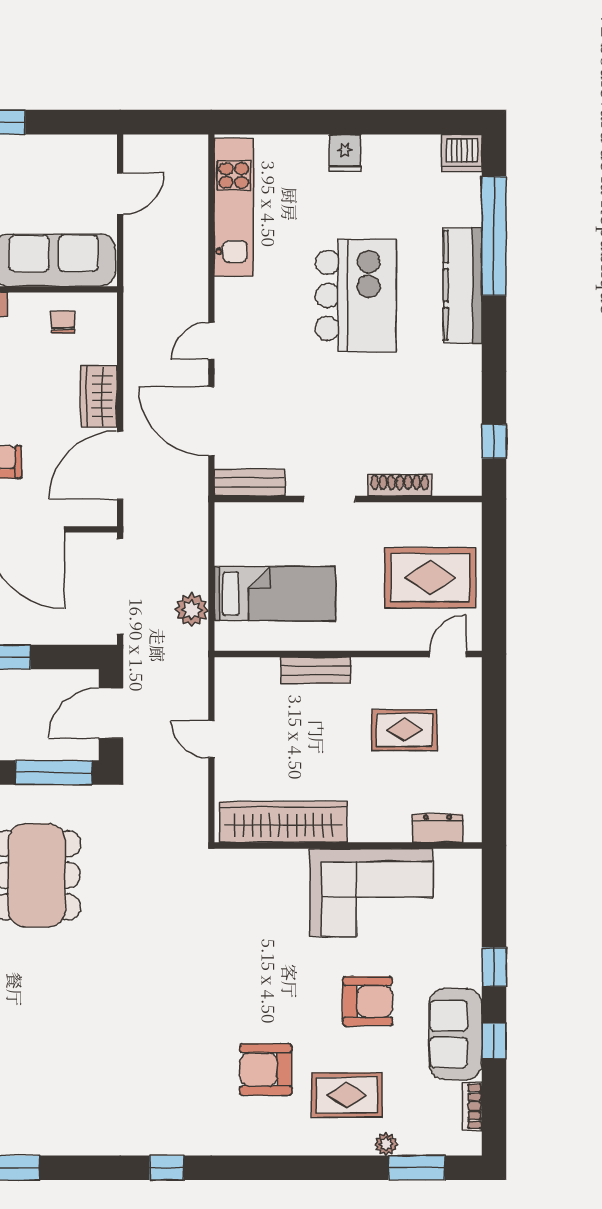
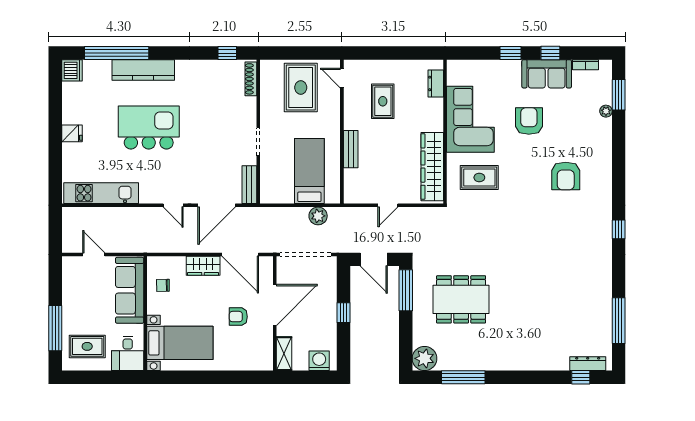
shoe rack: (400, 485) -> (251, 79), moved
rug: (347, 1095) -> (479, 178), moved, turned 90

